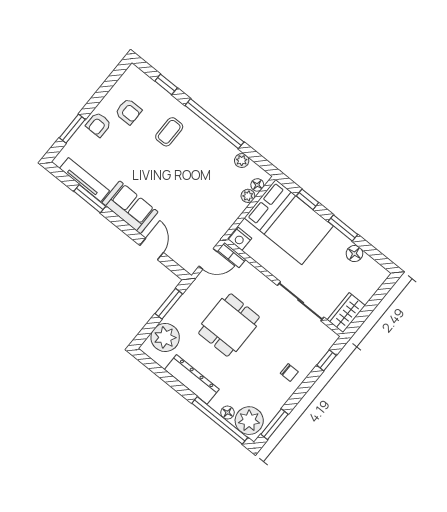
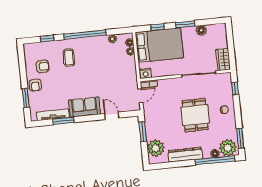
dining table: (229, 325) -> (195, 115), moved

